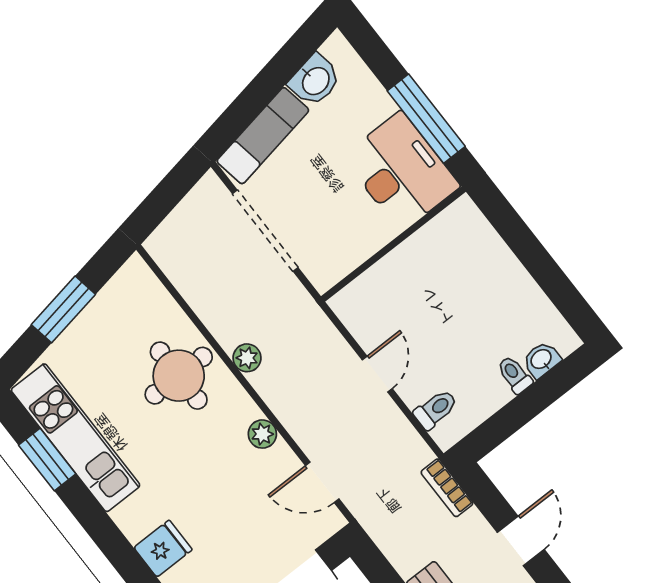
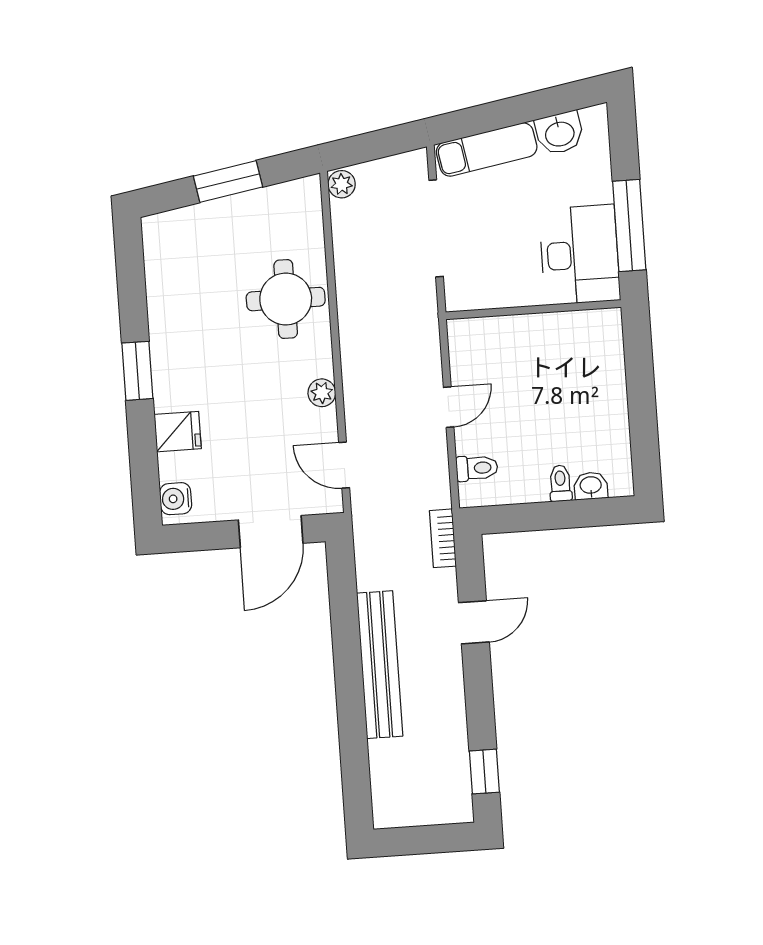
plant: (247, 358) -> (342, 184), moved
kitchen unit: (76, 438) -> (167, 293), removed
window: (47, 460) -> (137, 371), moved

